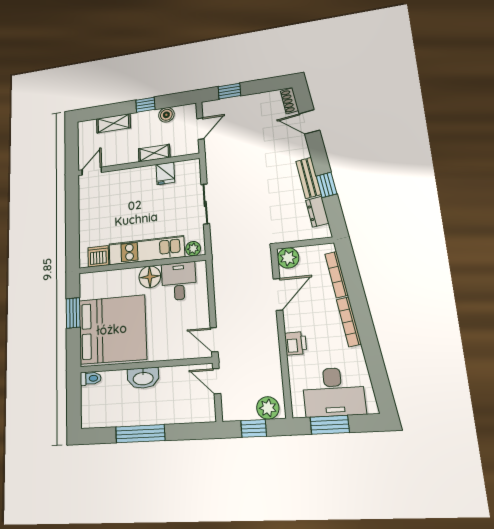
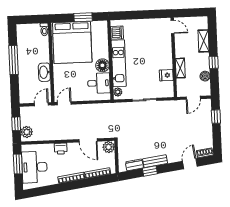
door: (200, 129) -> (193, 98), hinge flipped
washbasin: (143, 378) -> (44, 72), moved

